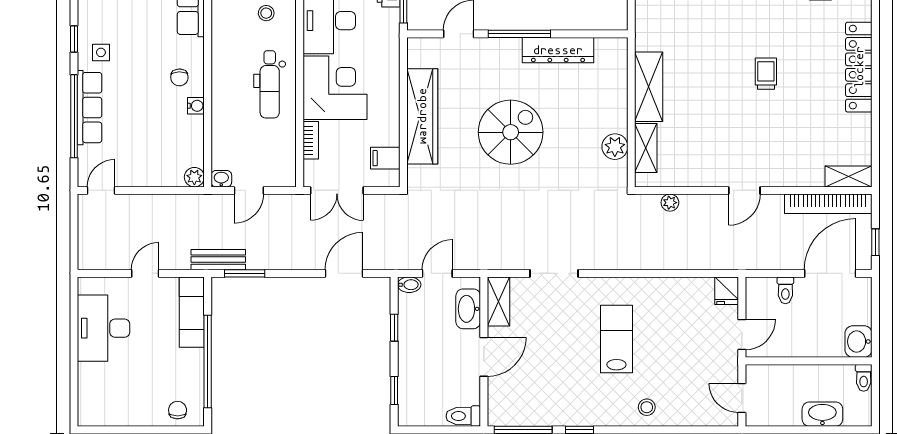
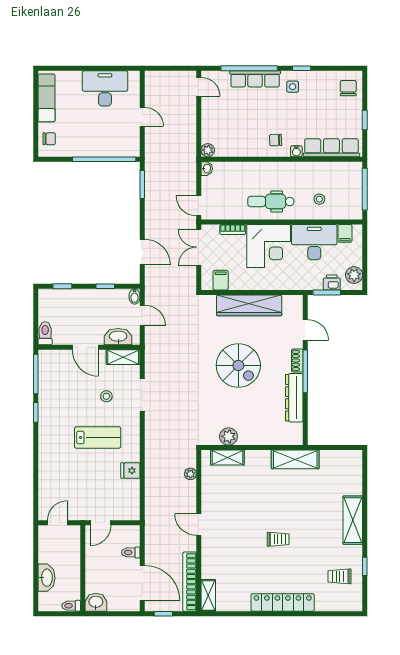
shoe rack: (503, 46) -> (297, 360), added
shelving: (649, 87) -> (295, 459), moved
water cooler: (196, 106) -> (296, 151), moved
door: (249, 190) -> (199, 206), moved
bench: (218, 260) -> (152, 166), removed
fridge: (727, 291) -> (130, 471), moved
exam couch: (192, 312) -> (46, 98), moved, turned 90
door: (742, 335) -> (101, 523), hinge flipped
window: (208, 361) -> (104, 159), moved
stool: (647, 407) -> (106, 396), moved

